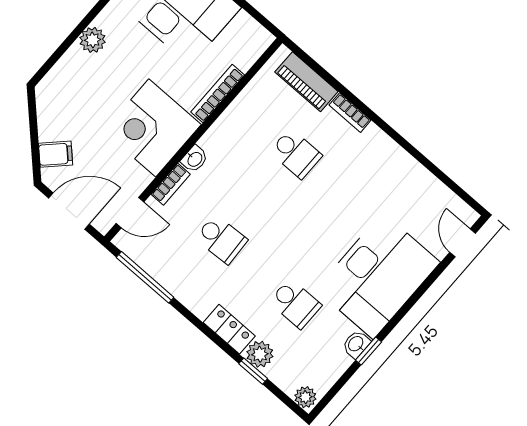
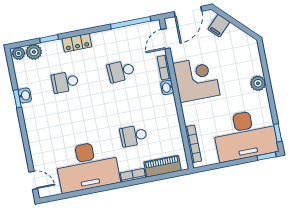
bookcase: (218, 94) -> (193, 144), moved
desk: (378, 276) -> (87, 166), moved, turned -90
plant: (260, 354) -> (34, 52), moved

